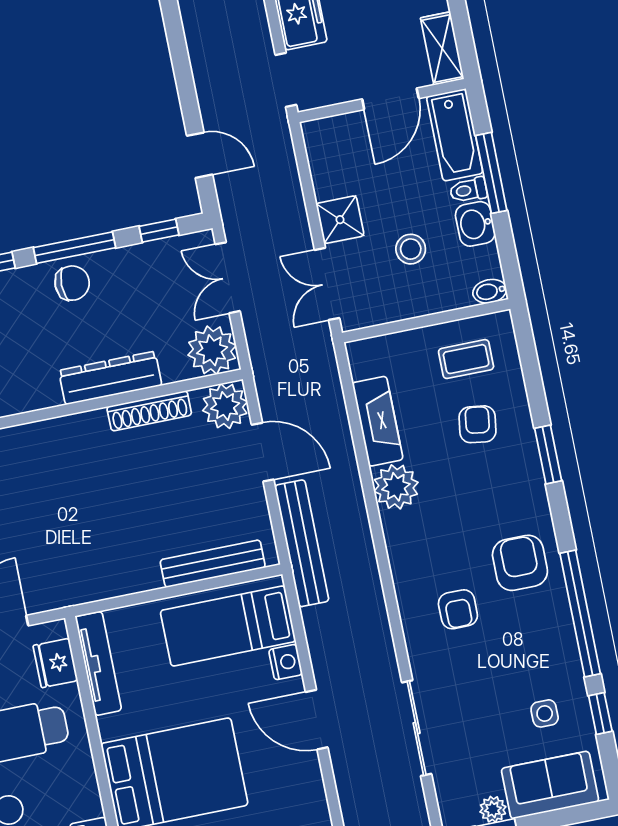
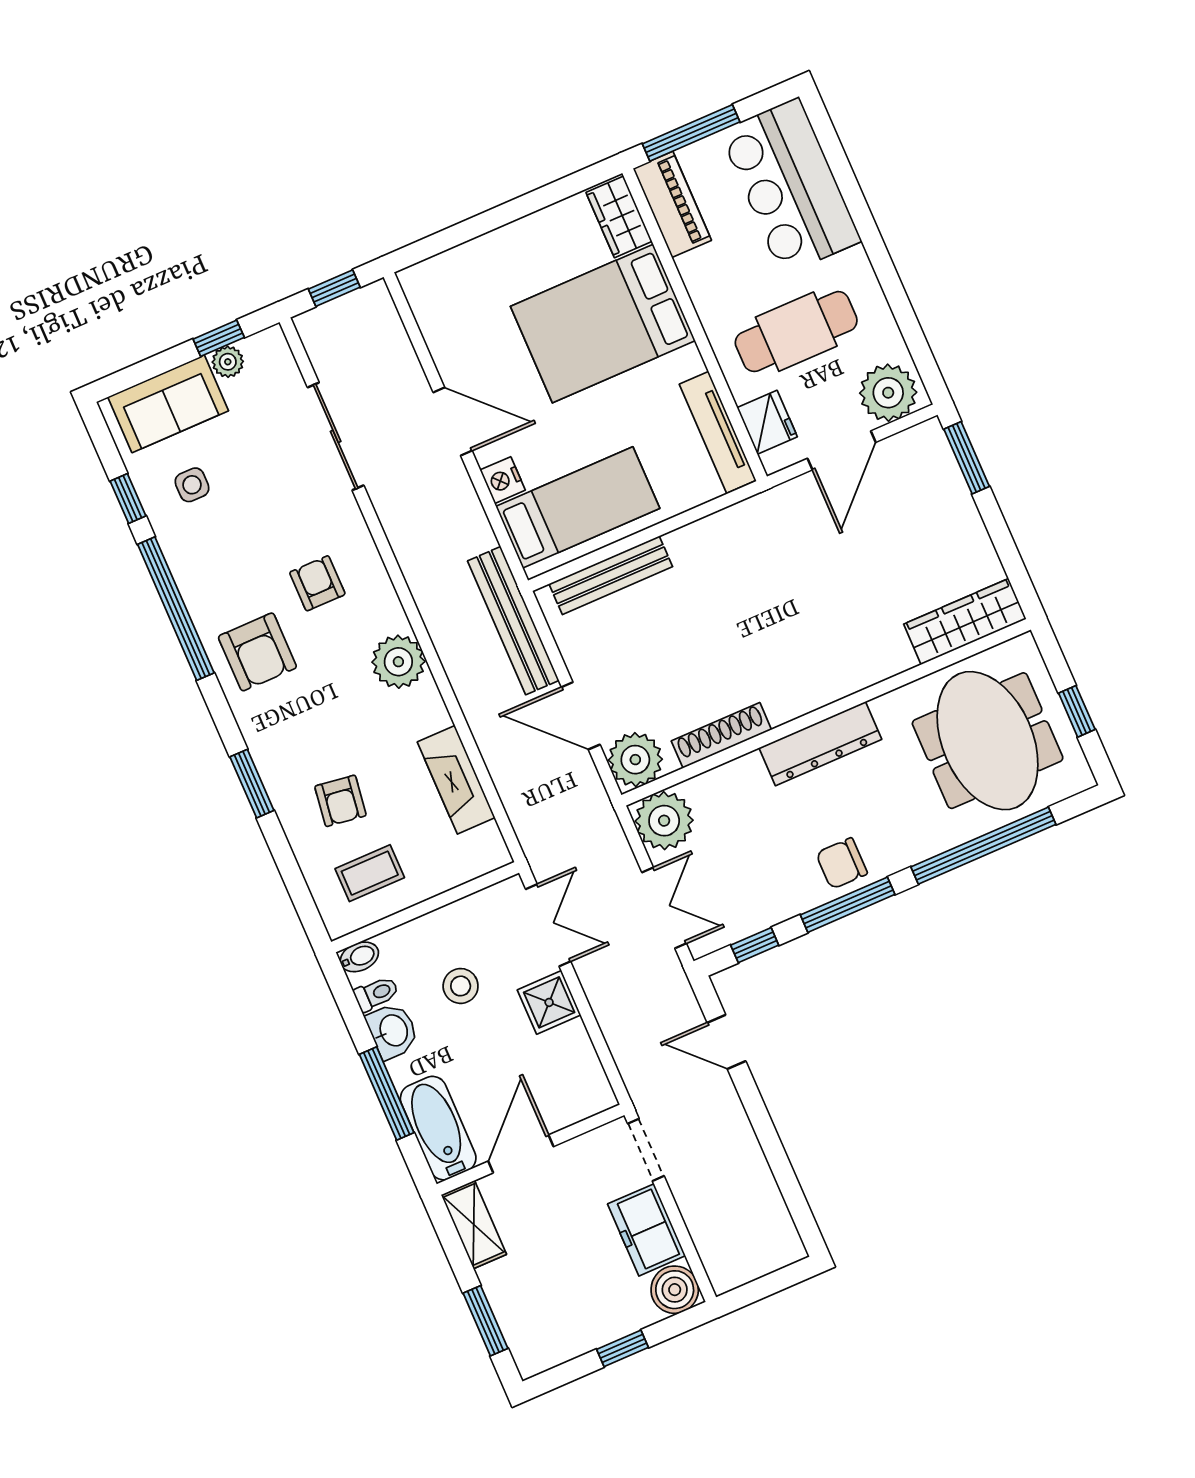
toilet: (468, 190) -> (376, 994), moved
dresser: (110, 378) -> (820, 744), moved
plant: (396, 487) -> (398, 662), moved

